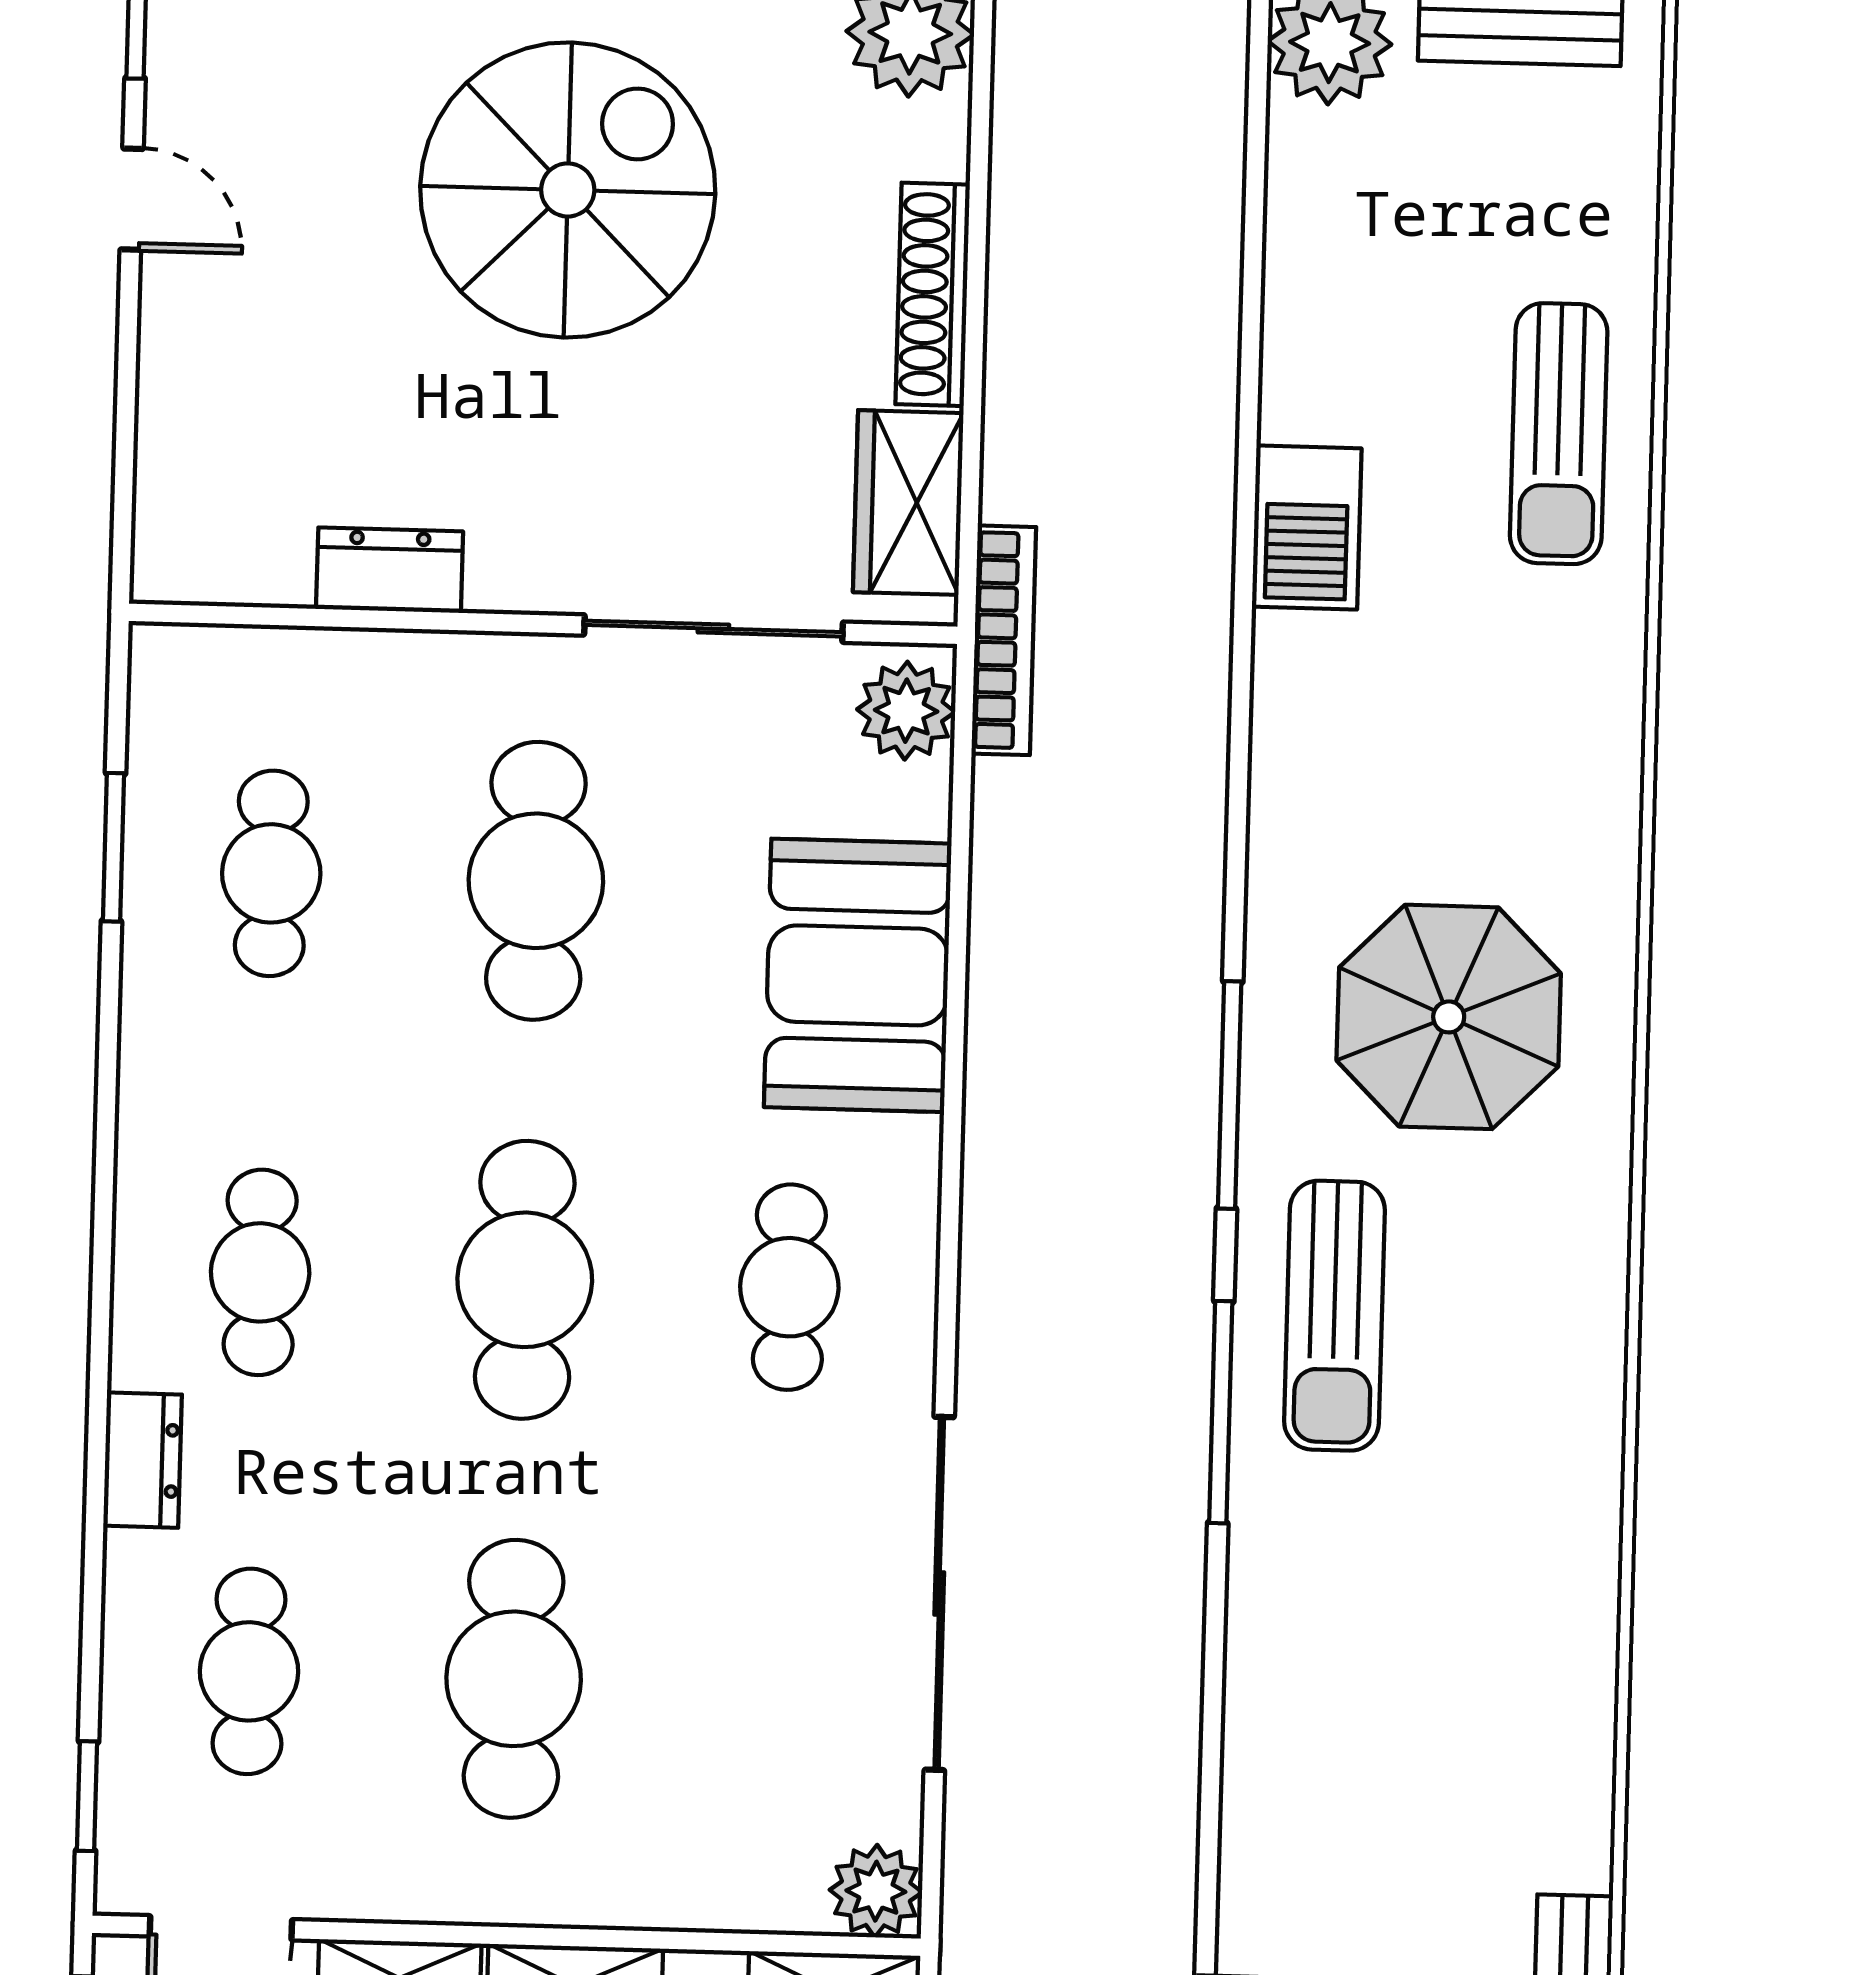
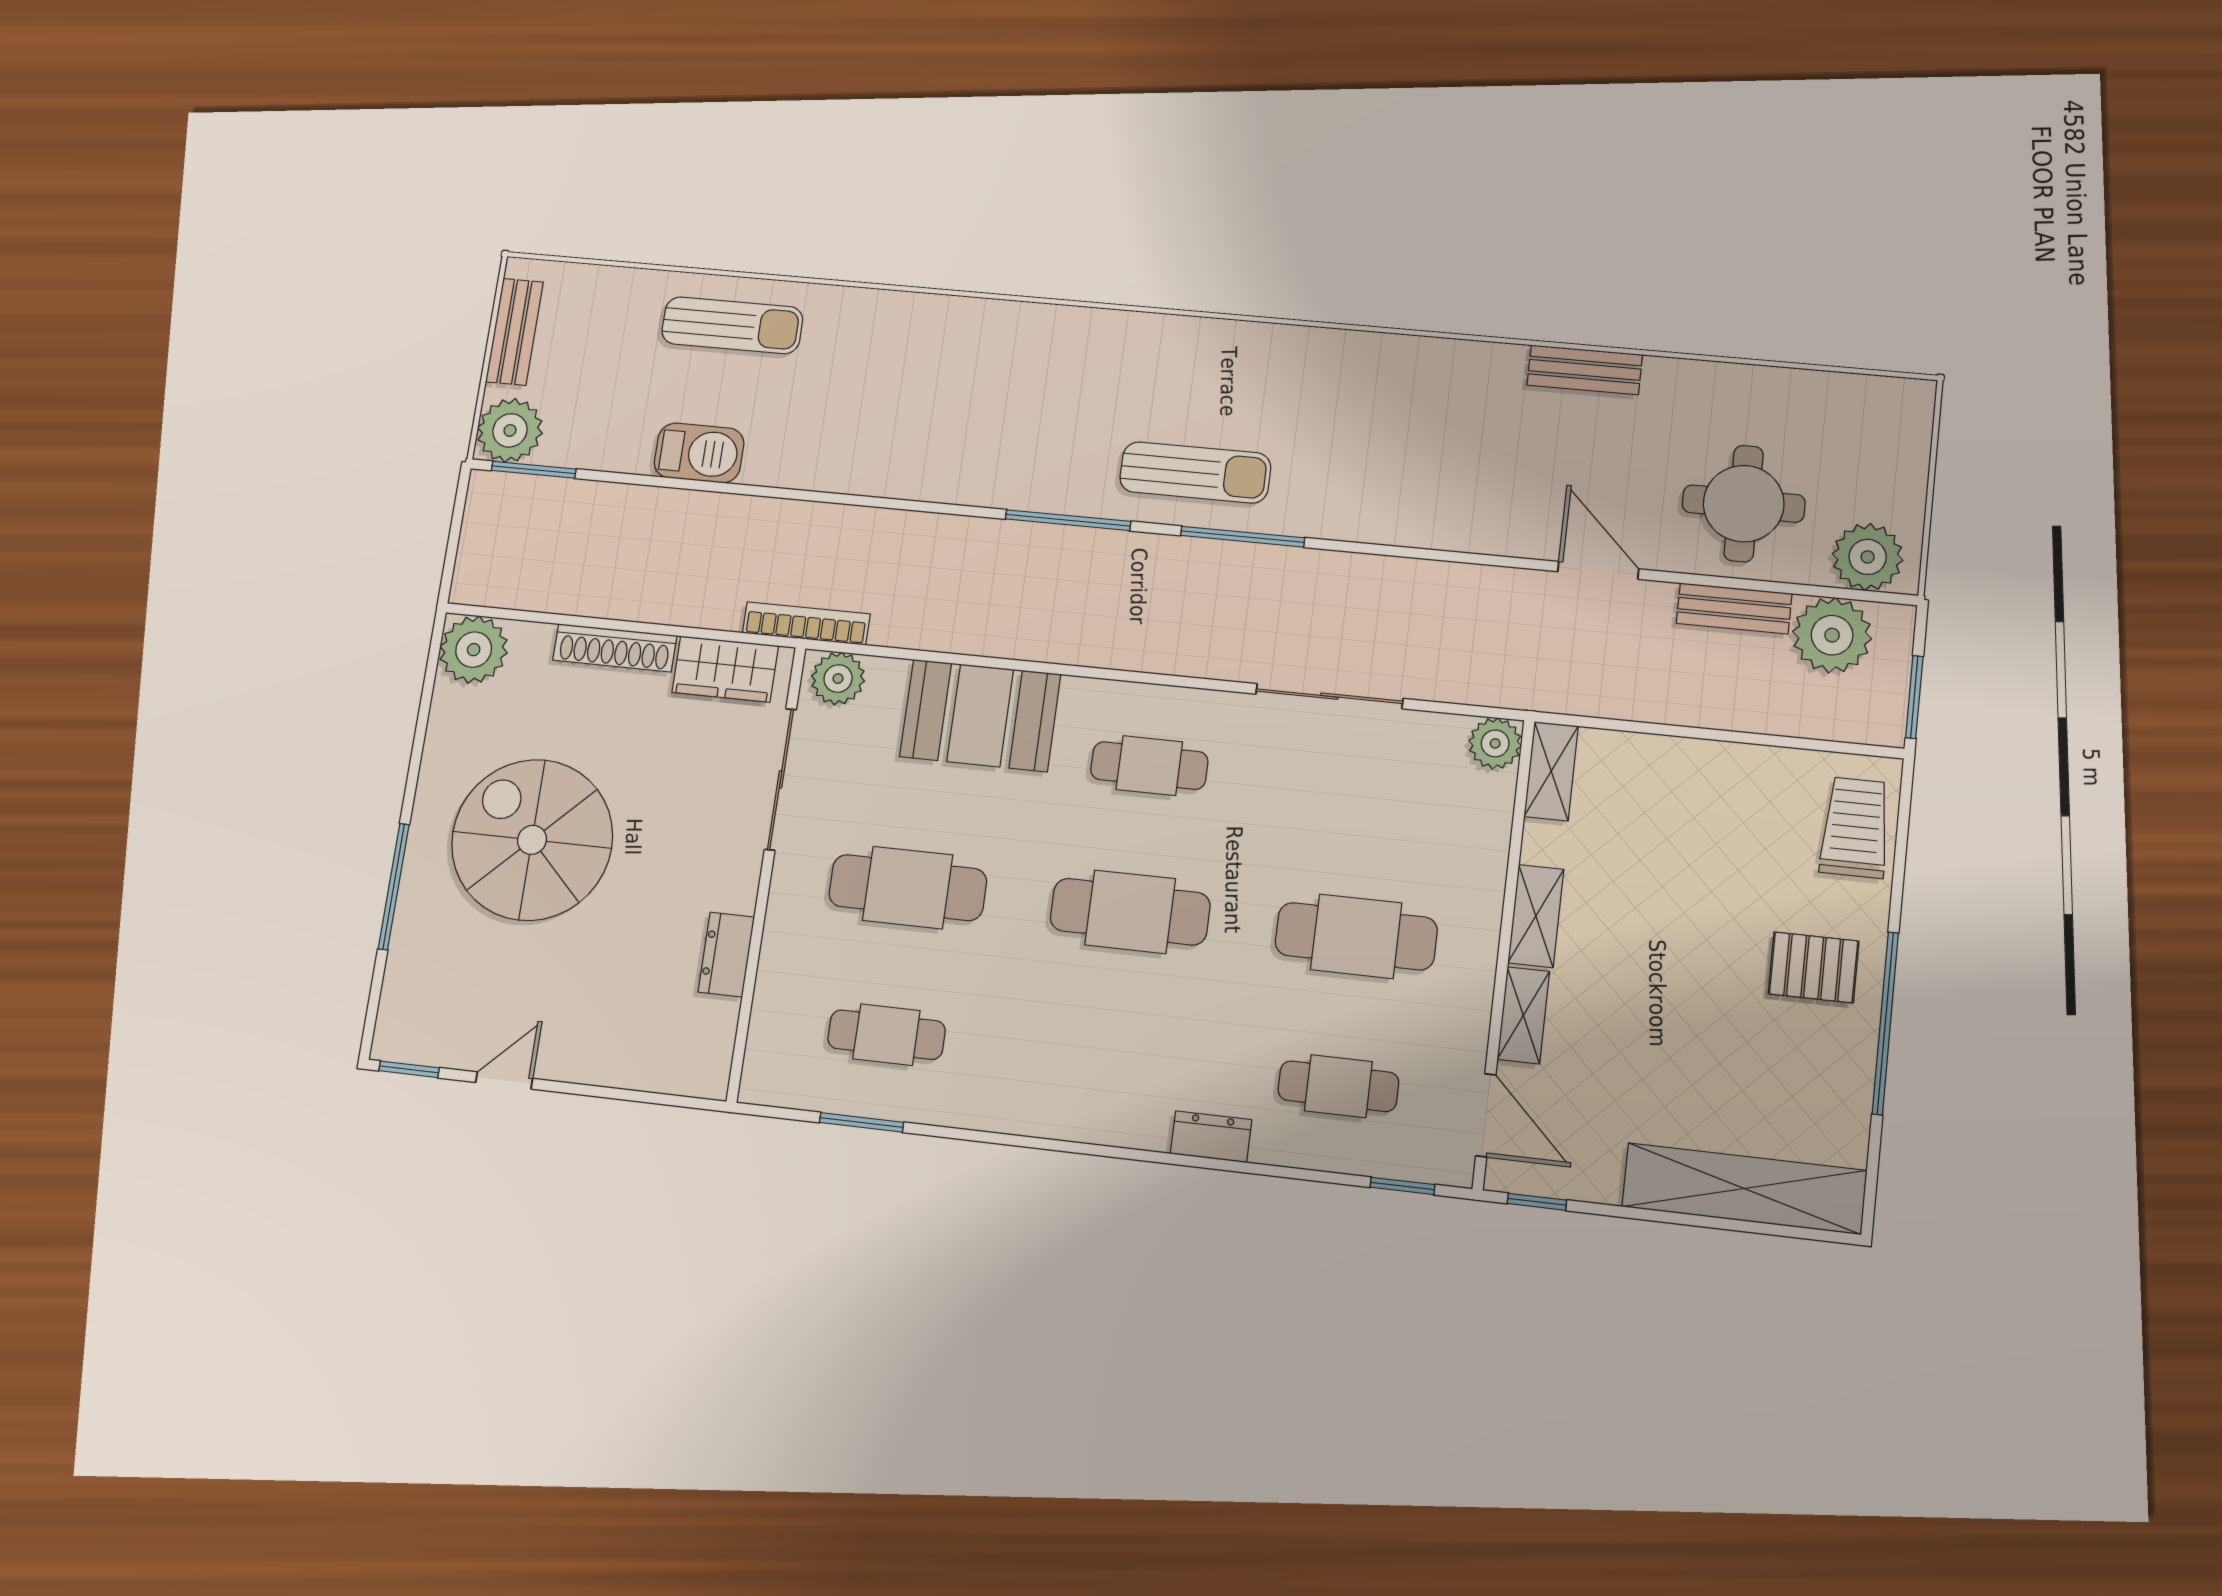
window: (1257, 98) -> (534, 470), added
barbecue: (1307, 527) -> (699, 453), moved
parasol: (1449, 1017) -> (1038, 402), removed
cafe table: (260, 1272) -> (1111, 1060), removed
sliding door: (939, 1593) -> (1329, 696), width x0.73

